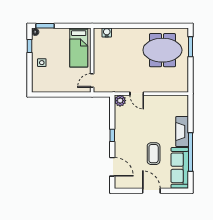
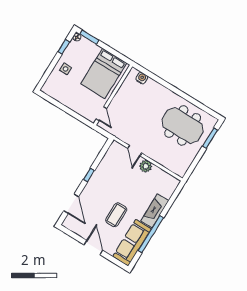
bed: (79, 48) -> (104, 73), width x1.50
door: (92, 80) -> (101, 114), swing flipped
plant: (120, 101) -> (146, 166), moved

